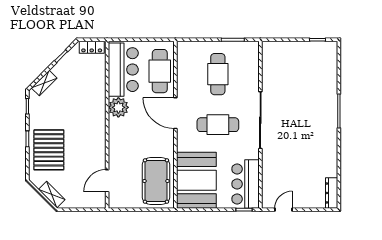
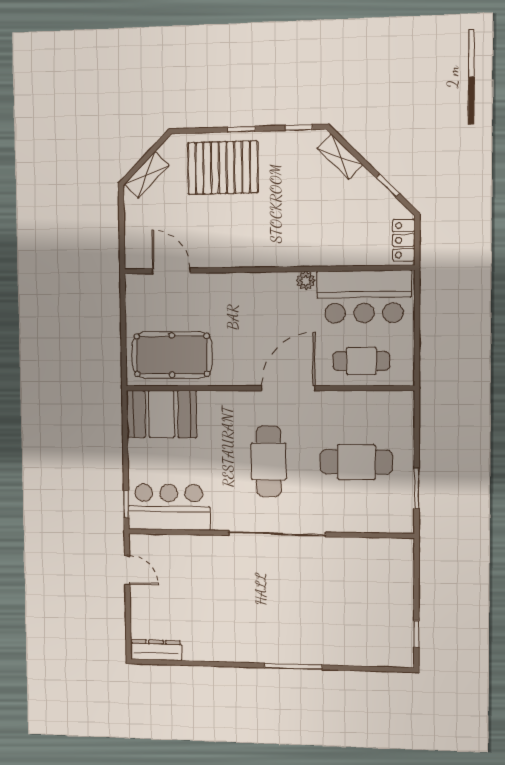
cafe table: (160, 71) -> (361, 361), width x0.73, depth x0.74
plant: (118, 107) -> (306, 281), width x0.53, depth x0.53
booth: (196, 180) -> (161, 414), width x0.73, depth x0.70

